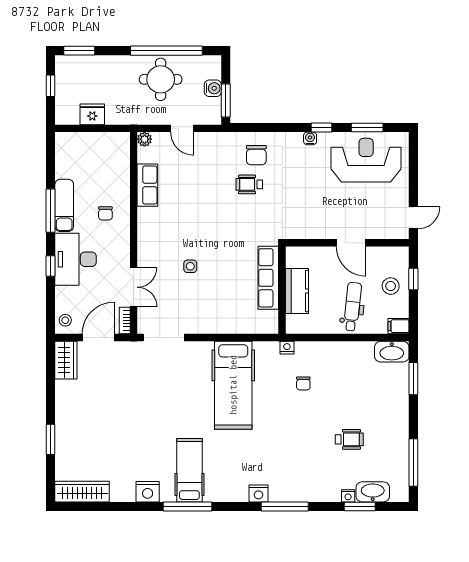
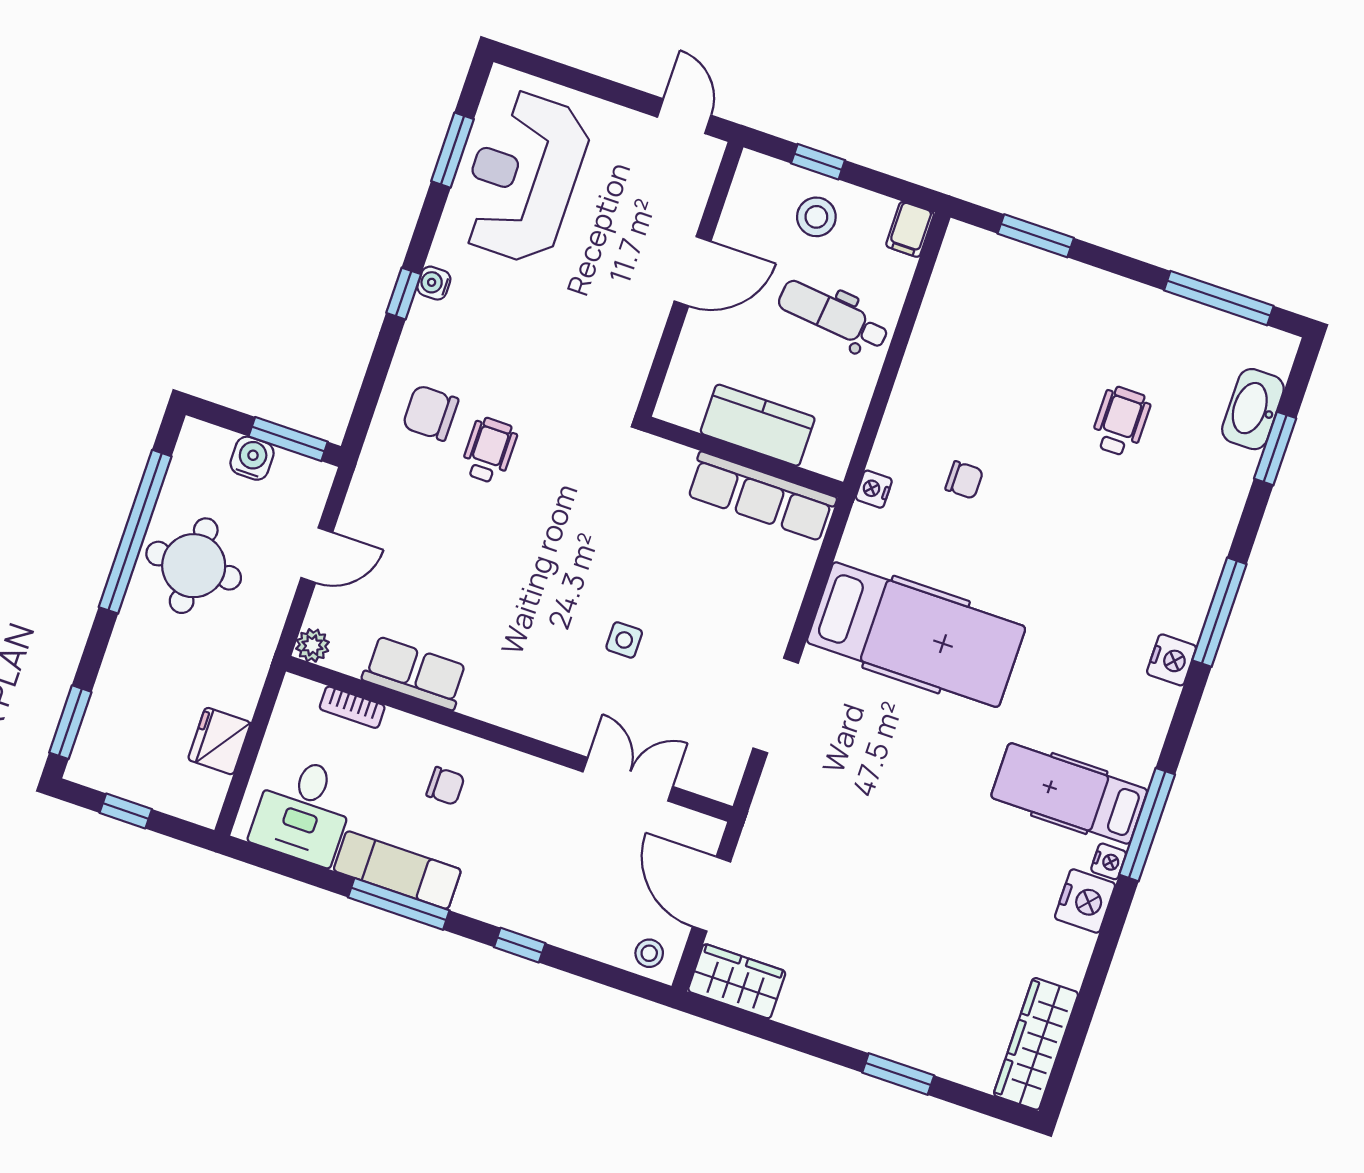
window: (321, 127) -> (404, 294), moved
chair: (256, 155) -> (430, 413), turned 180
wheelchair: (249, 184) -> (489, 450), turned 180
desk: (76, 259) -> (303, 810), moved, width x0.73
row of seats: (268, 278) -> (761, 496), moved
bookcase: (125, 321) -> (352, 707), moved
doorway: (164, 338) -> (776, 706), moved
washbasin: (392, 352) -> (961, 263), removed
nightstand: (348, 496) -> (1109, 861), moved

